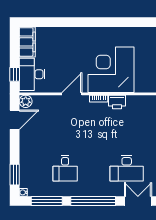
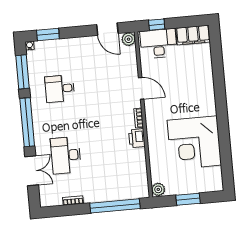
corner desk: (111, 70) -> (194, 143), moved, turned 180

